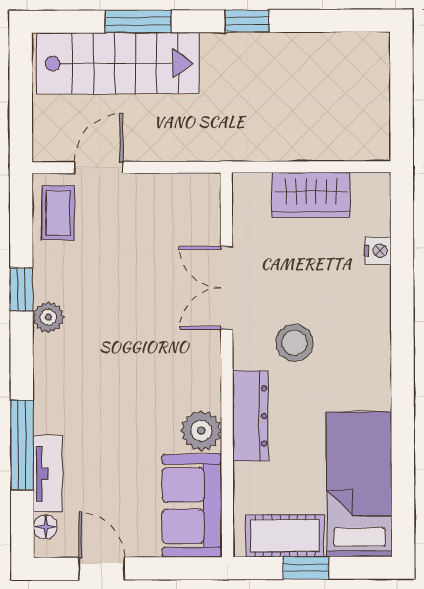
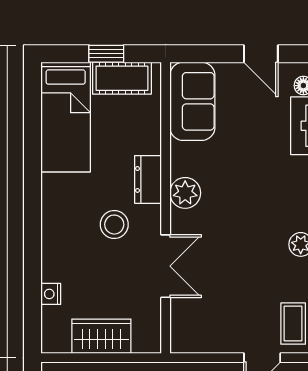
dresser: (250, 416) -> (148, 179), width x0.70
plant: (201, 431) -> (185, 193), moved

